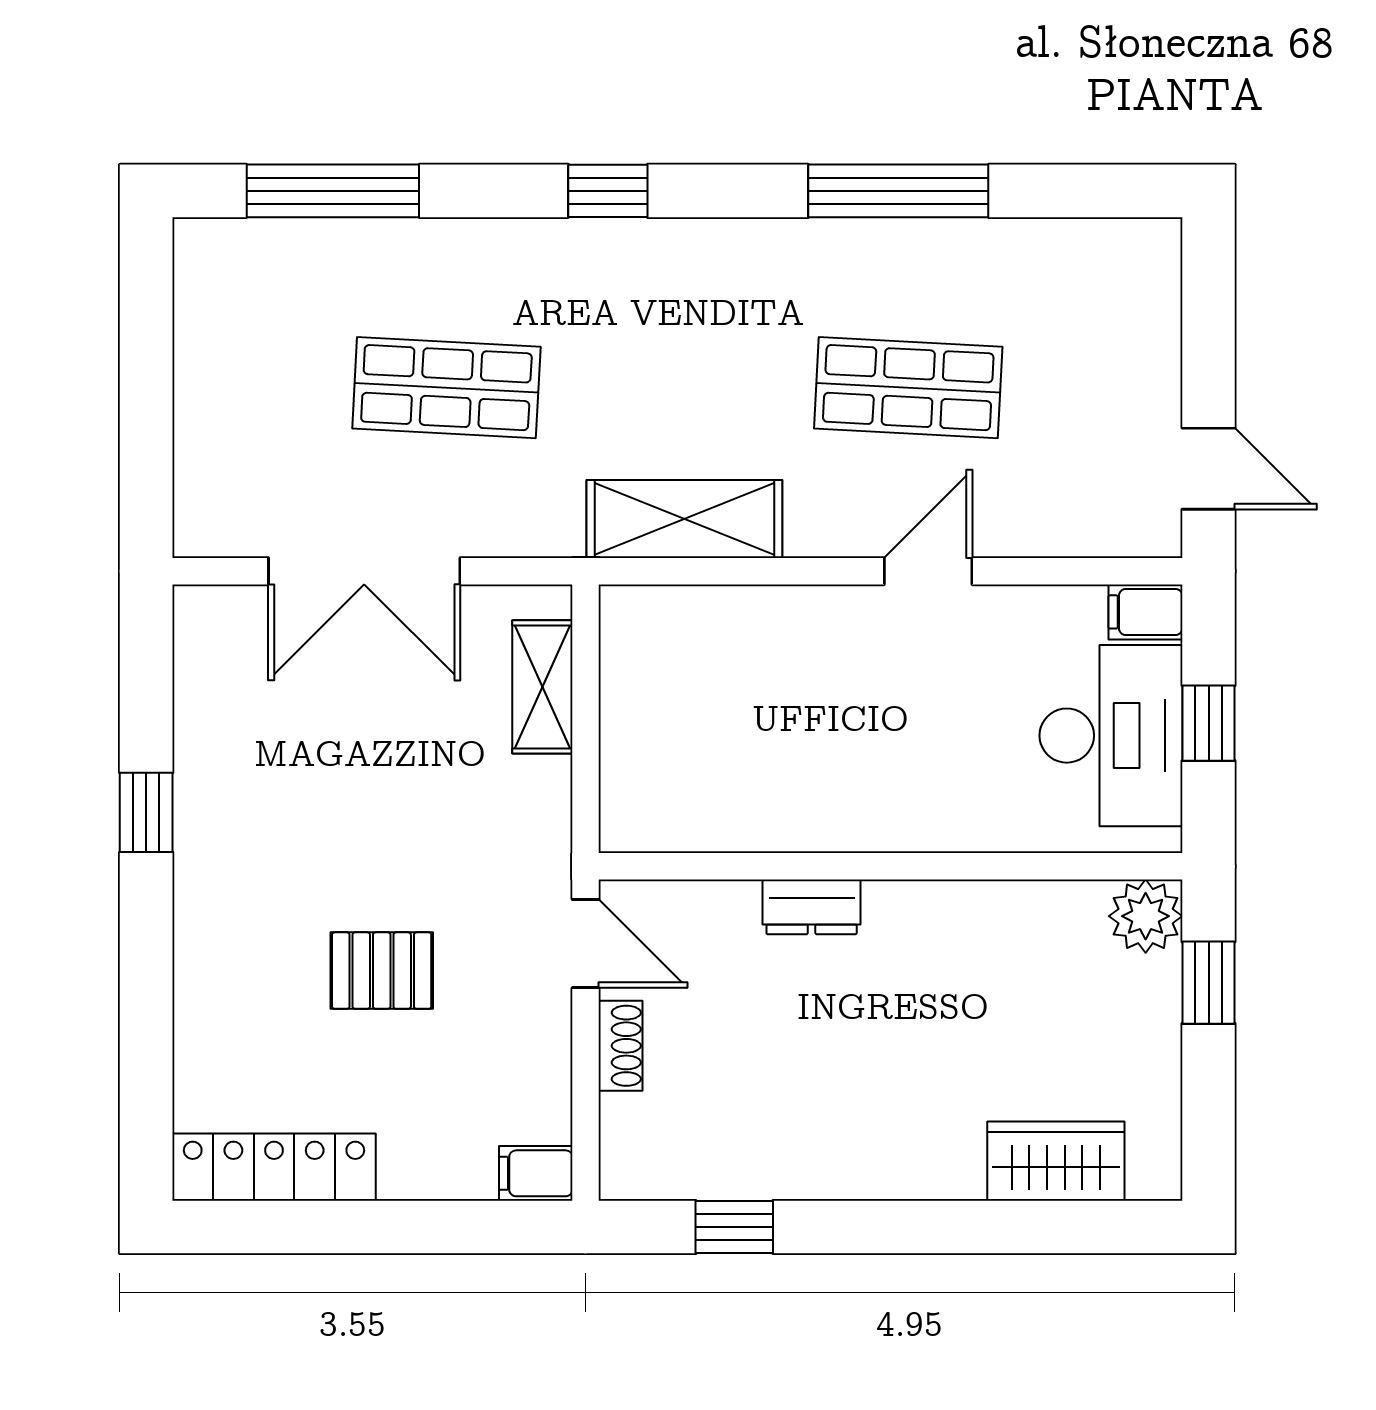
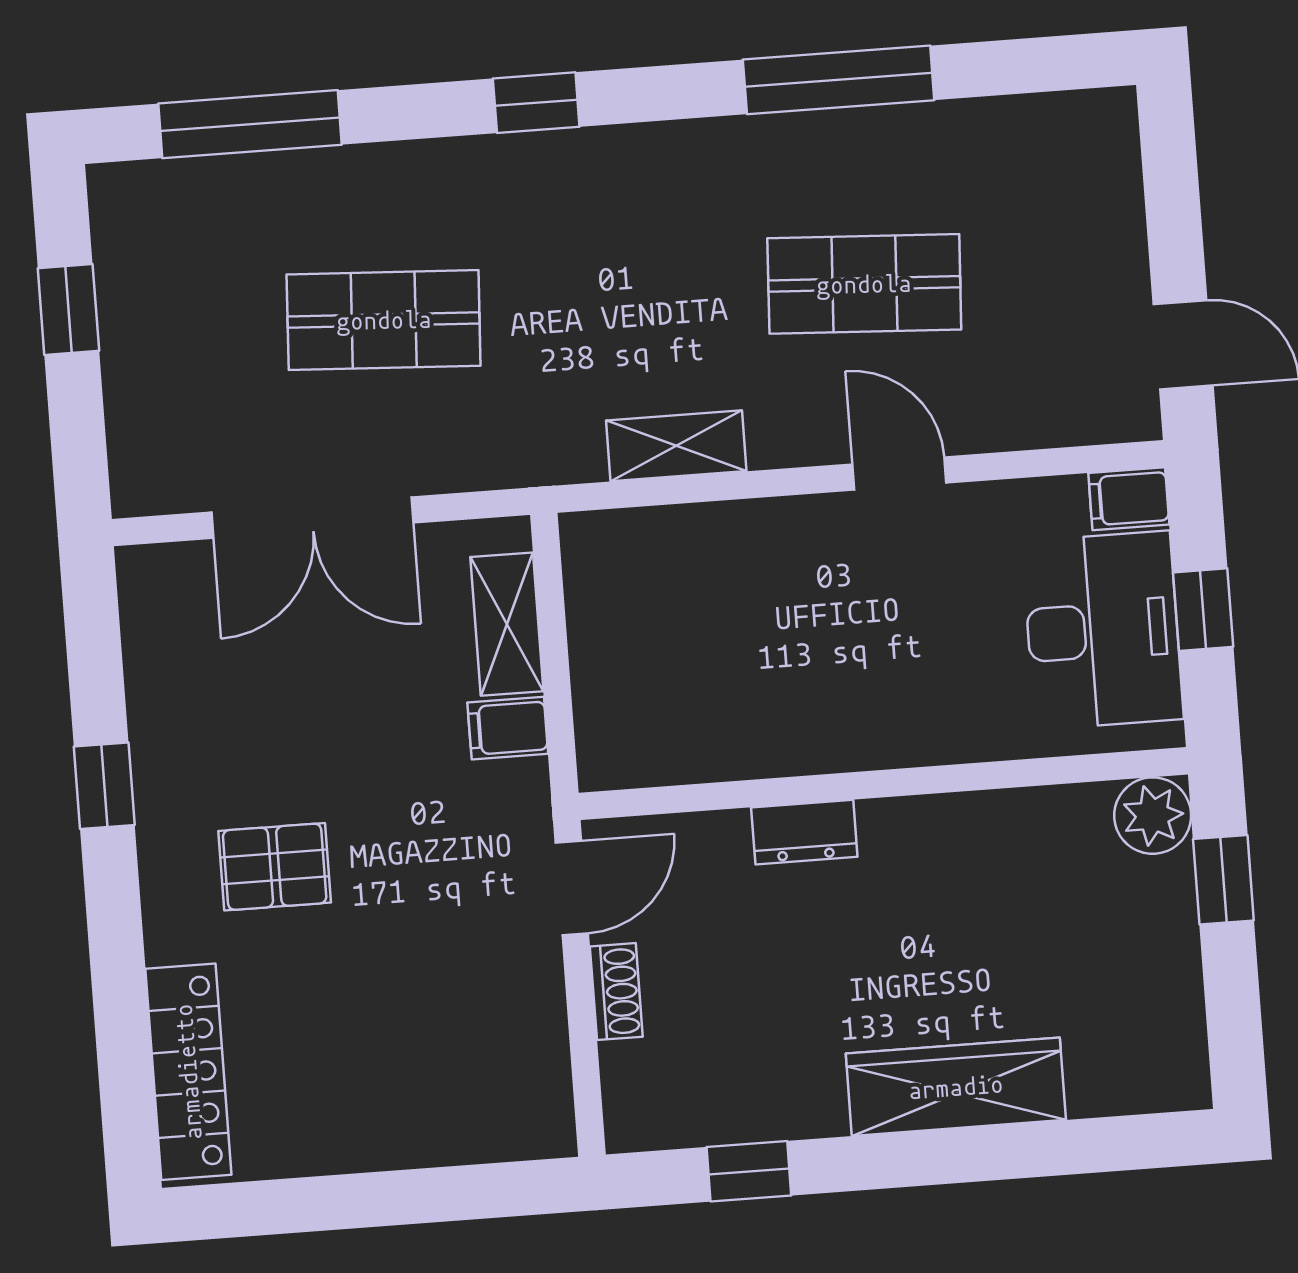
window: (146, 355) -> (68, 309), added
shelving: (684, 519) -> (676, 446), width x0.67, depth x0.75
door: (928, 571) -> (899, 473), hinge flipped
door: (586, 944) -> (572, 888), hinge flipped
pallet: (382, 971) -> (275, 867), moved
wardrobe: (1056, 1161) -> (956, 1087), moved, width x1.50
locker: (274, 1167) -> (188, 1072), moved, turned 90
filing cabinet: (536, 1173) -> (508, 728), moved

